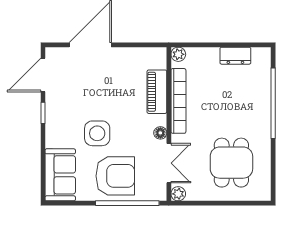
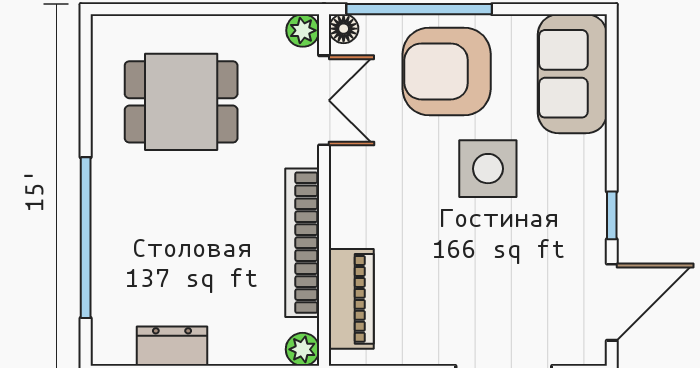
piano: (157, 92) -> (351, 299), moved
floor lamp: (160, 133) -> (344, 29), moved
double door: (169, 163) -> (324, 100), swing flipped
dining table: (231, 163) -> (181, 102), turned 90

